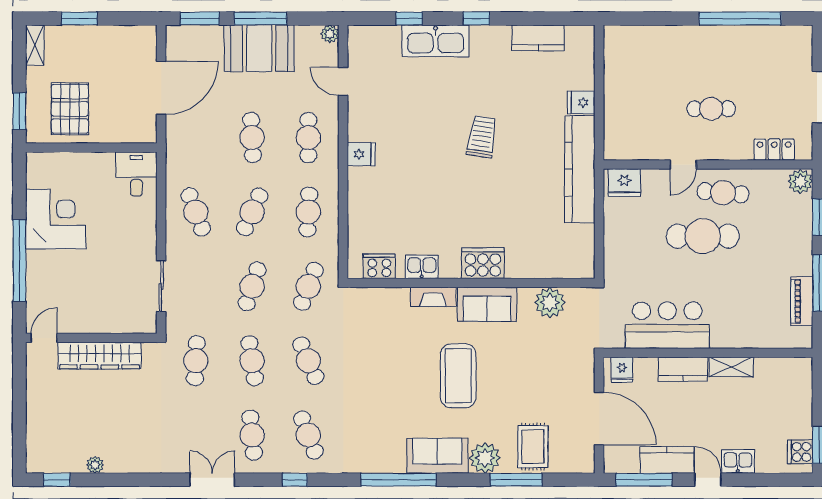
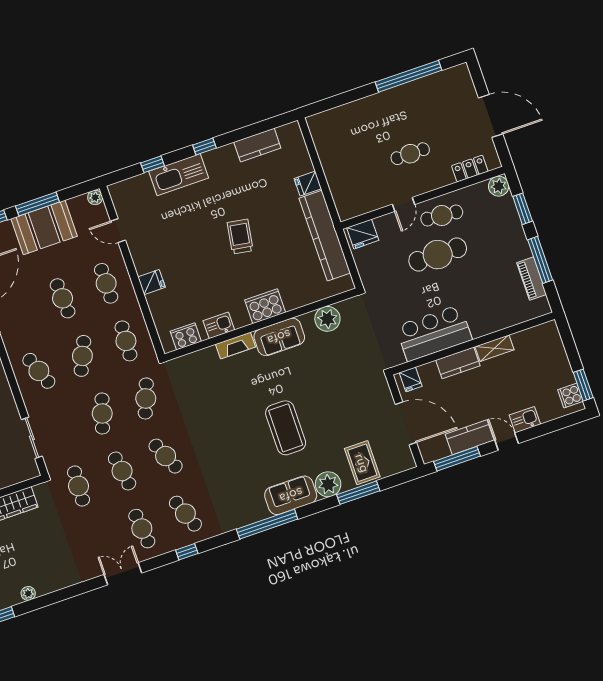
cooker: (483, 263) -> (265, 306), moved
cooker: (379, 266) -> (186, 336), moved
kitchen sink: (422, 267) -> (219, 325), moved
wall: (471, 283) -> (261, 325), moved
fireplace: (433, 297) -> (236, 346), moved
plant: (550, 303) -> (327, 319), moved
sofa: (487, 304) -> (279, 337), moved

